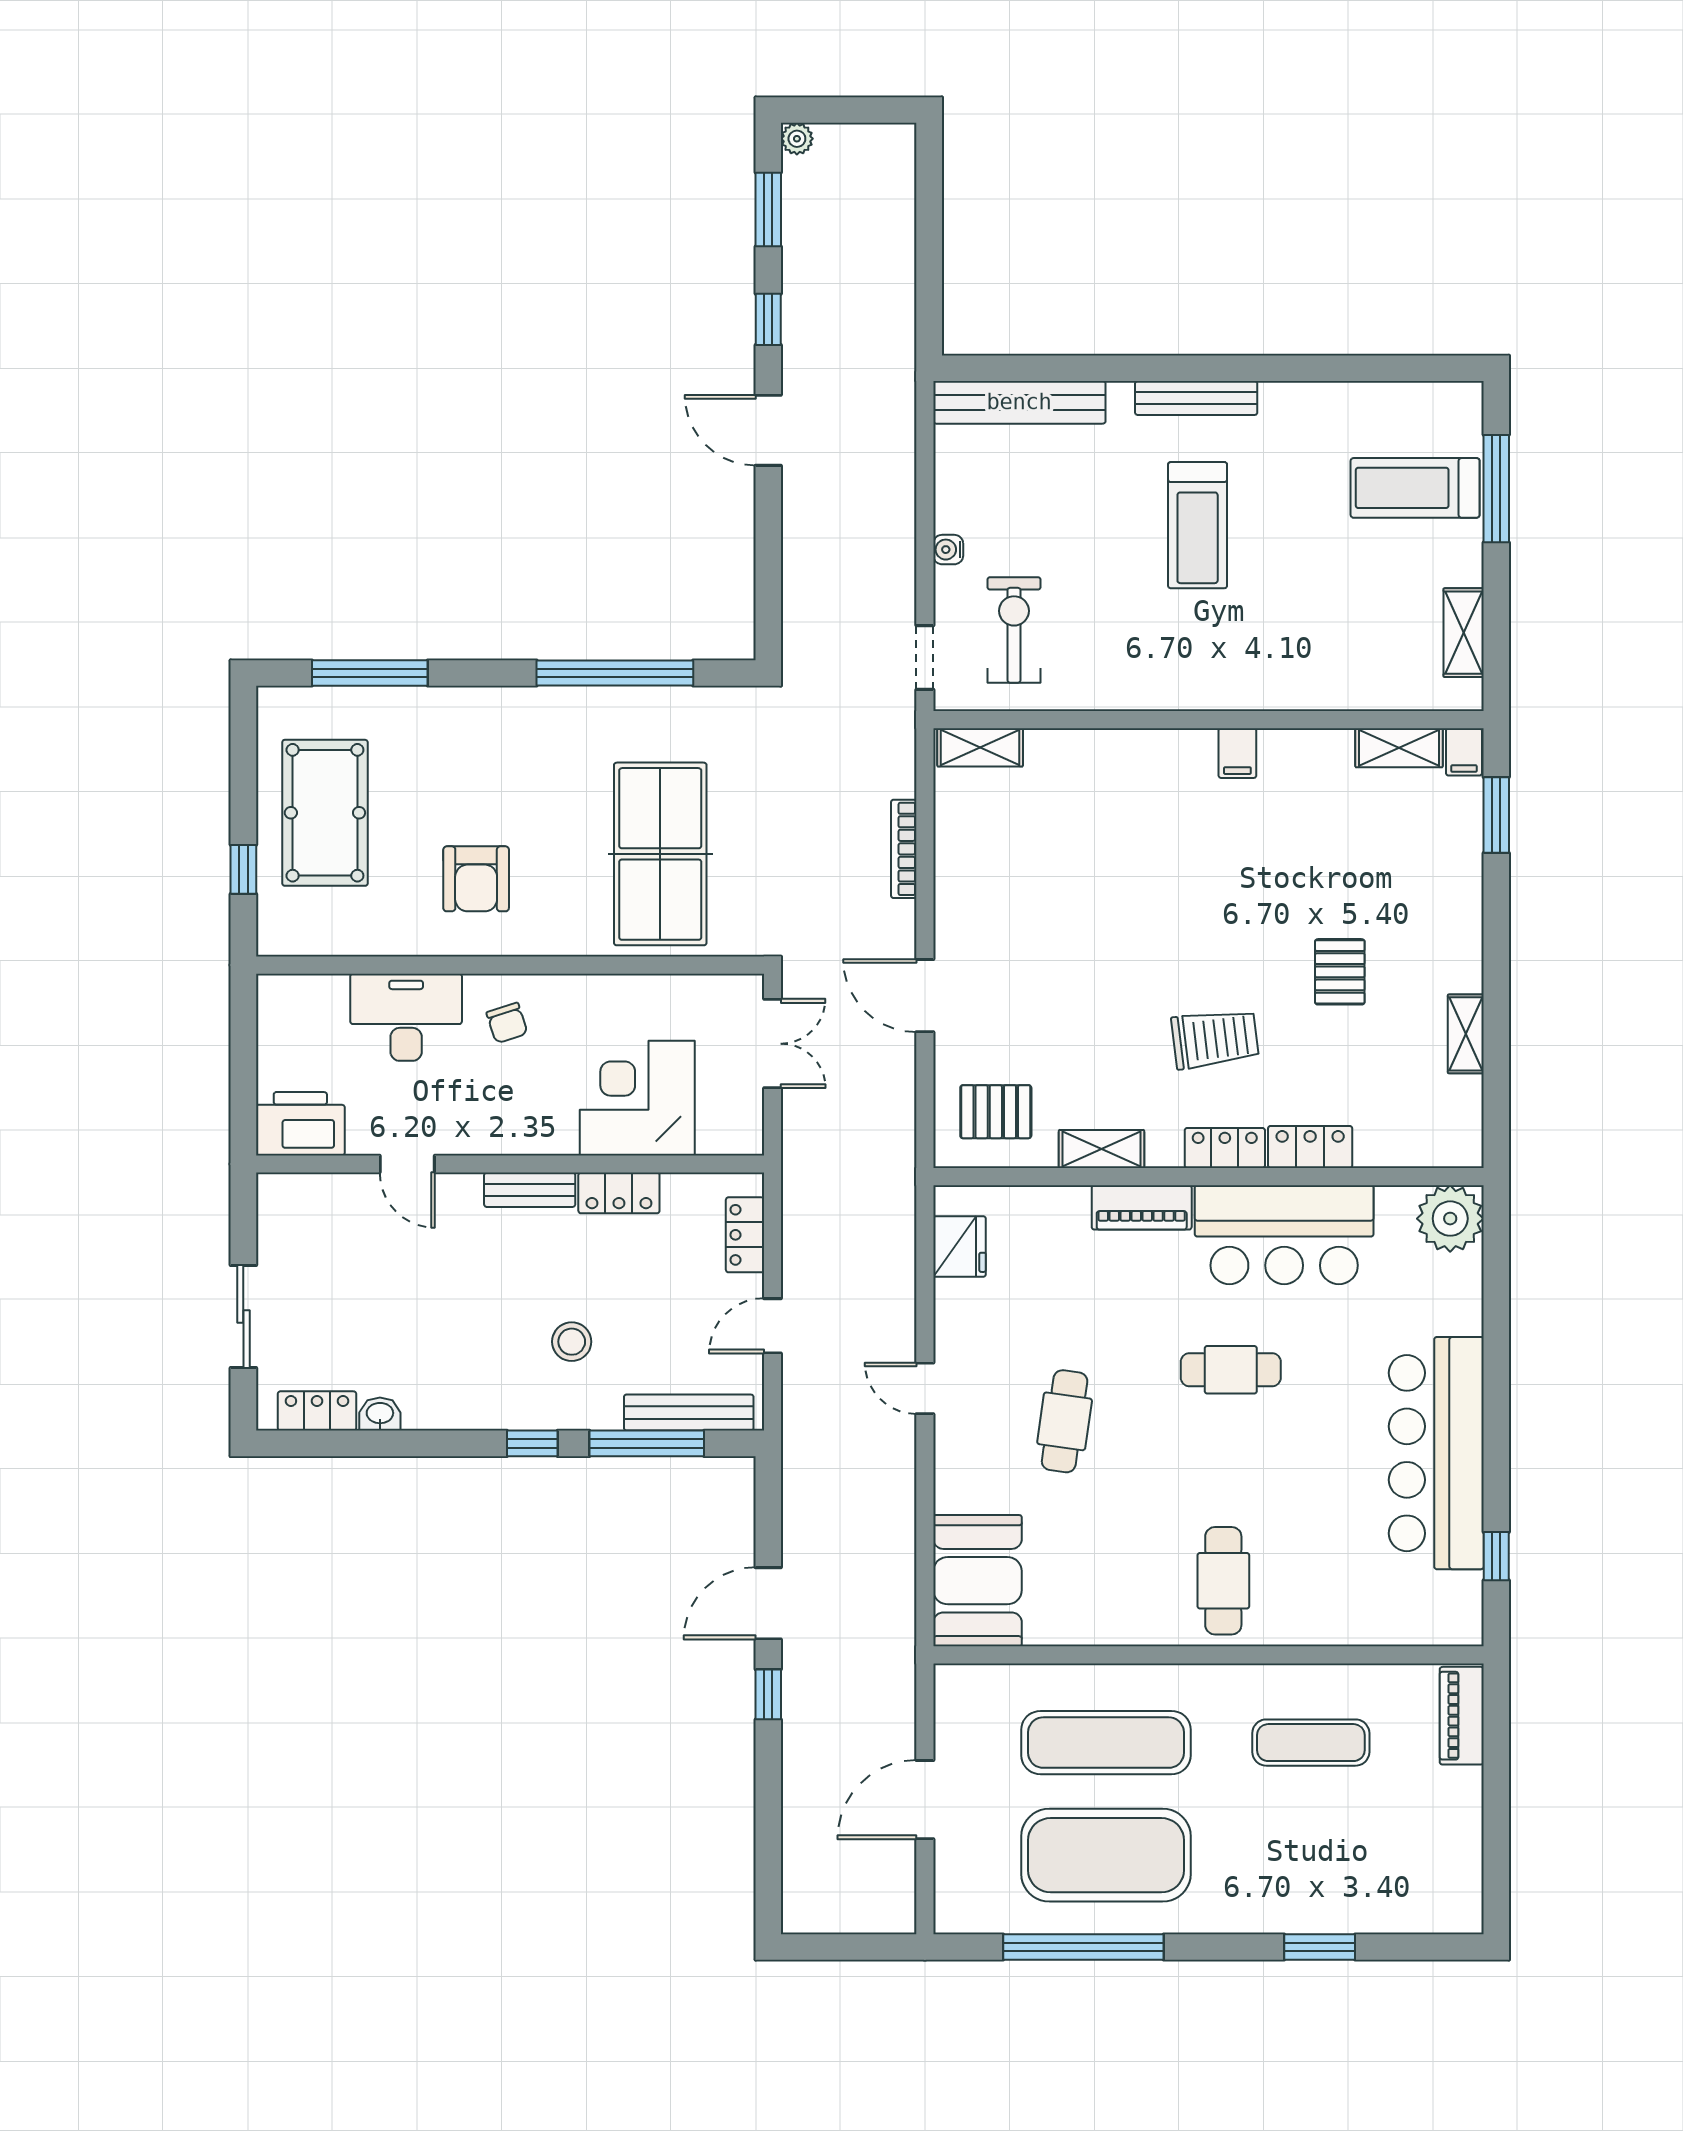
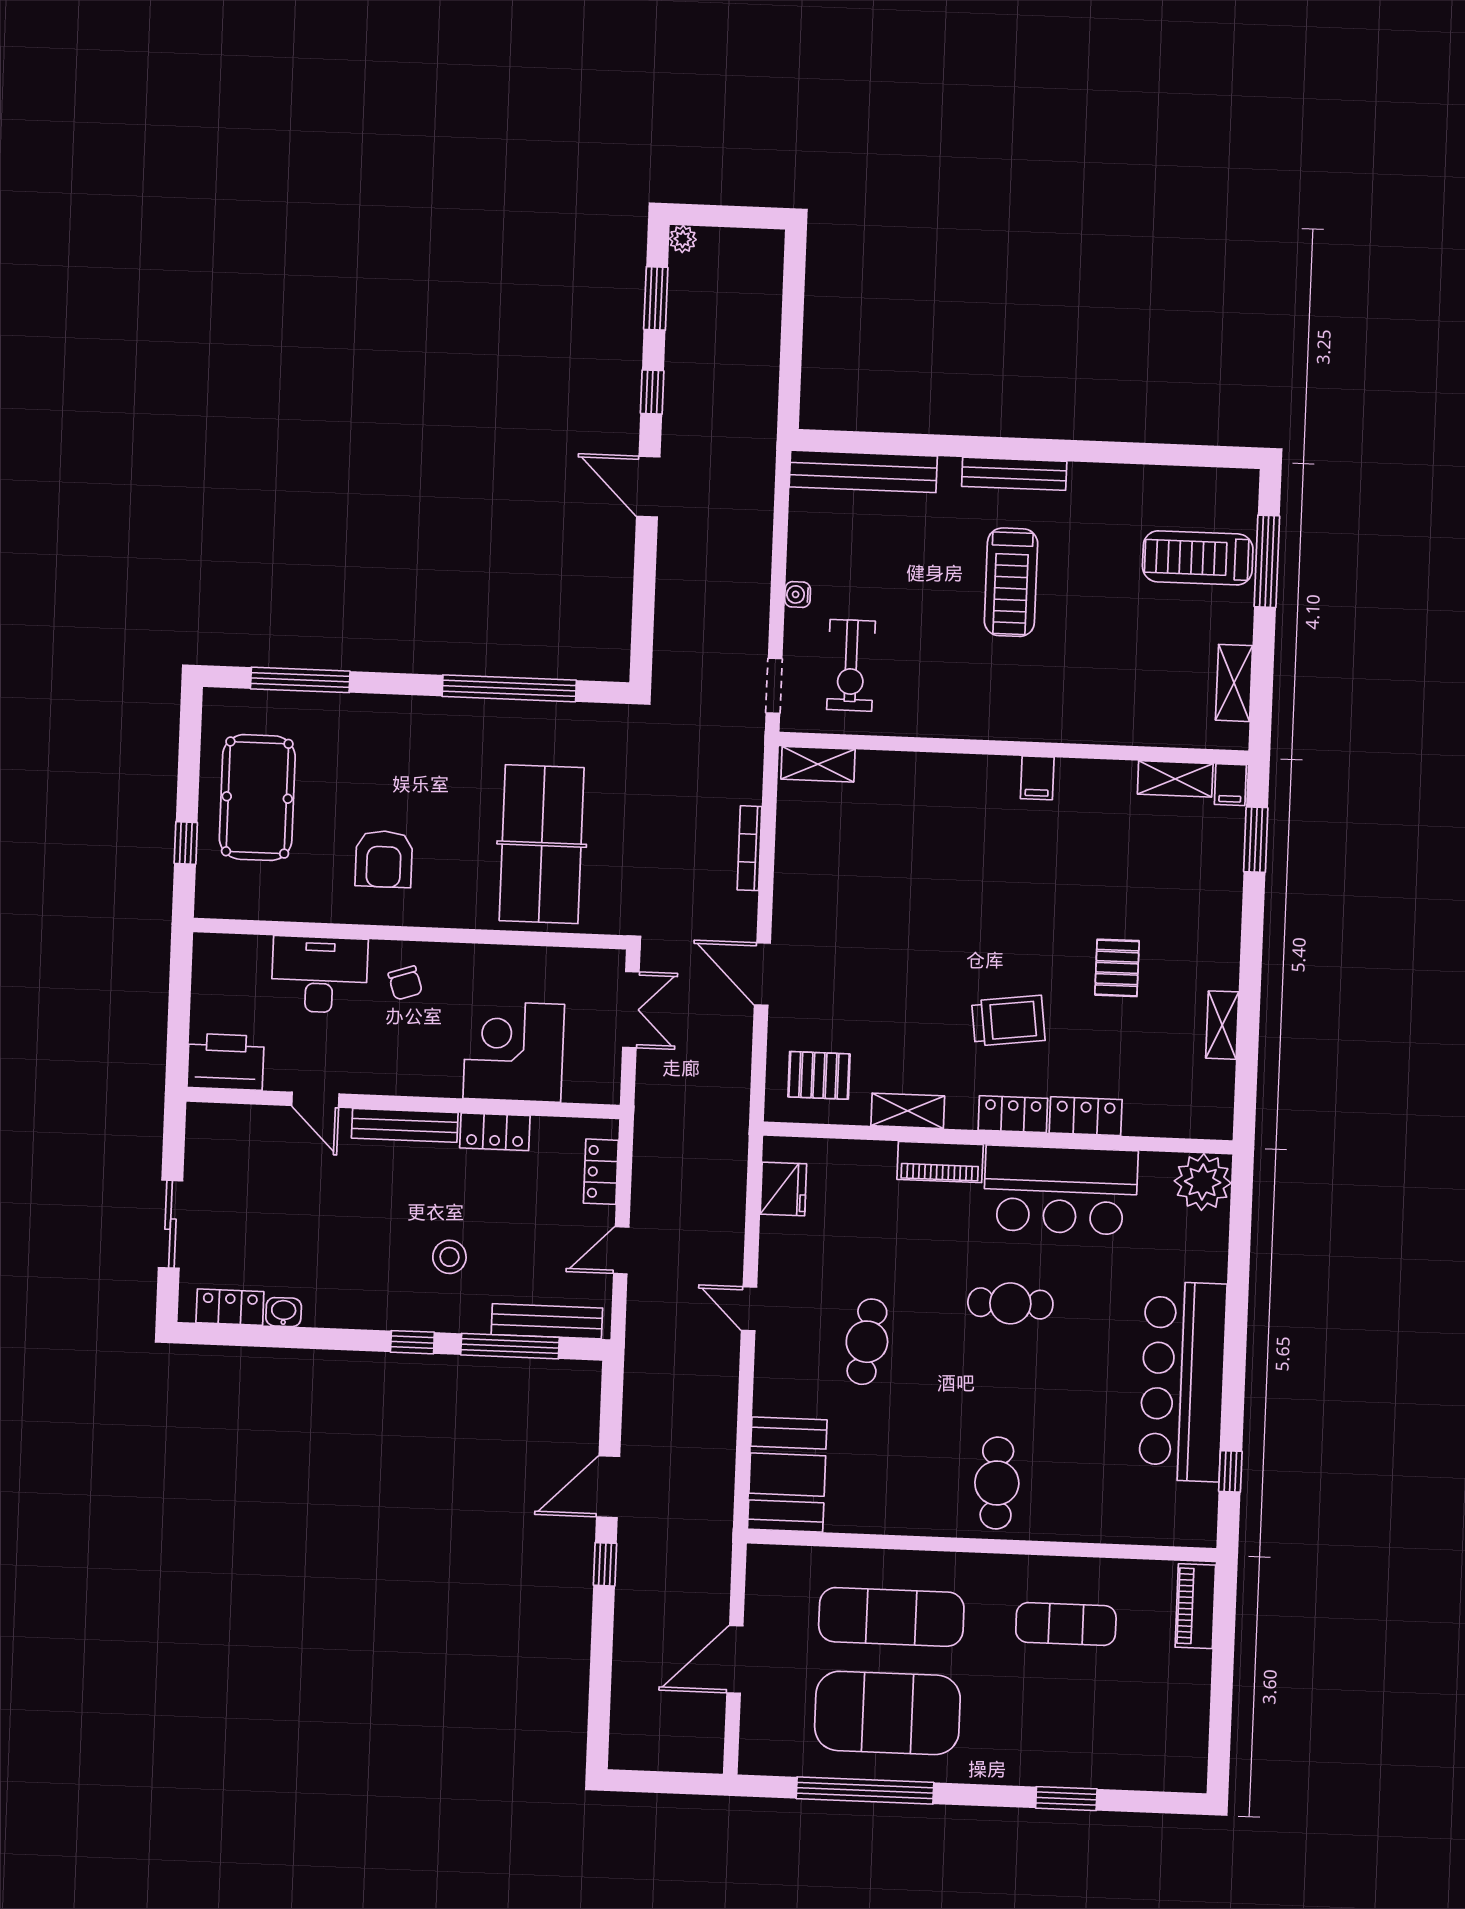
exercise bike: (1014, 630) -> (851, 665), turned 180
bench: (530, 1190) -> (405, 1125), width x1.36

